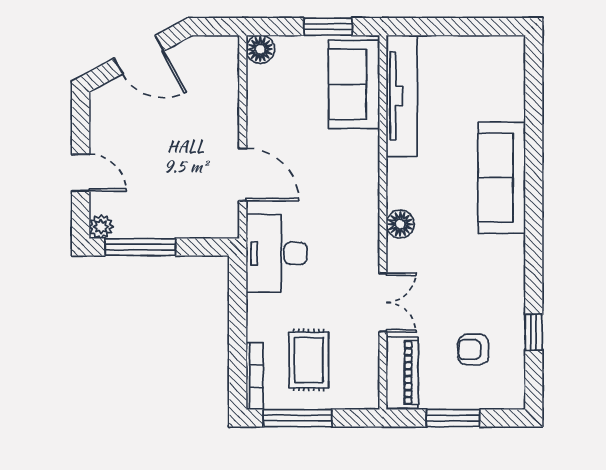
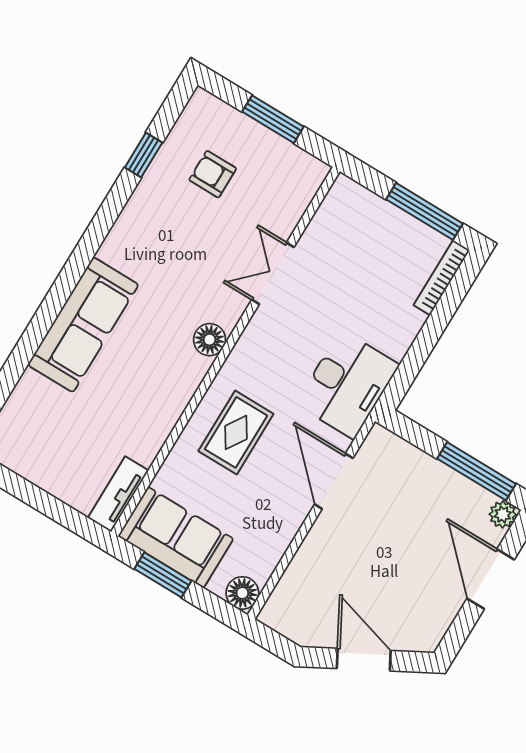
sofa: (354, 84) -> (176, 537), moved, turned -90
tv unit: (402, 96) -> (118, 494), width x0.52, depth x0.78
door: (81, 173) -> (491, 579), width x1.37
armchair: (473, 350) -> (213, 174), turned 180
rug: (309, 360) -> (236, 432), moved
piano: (402, 373) -> (296, 194), removed

